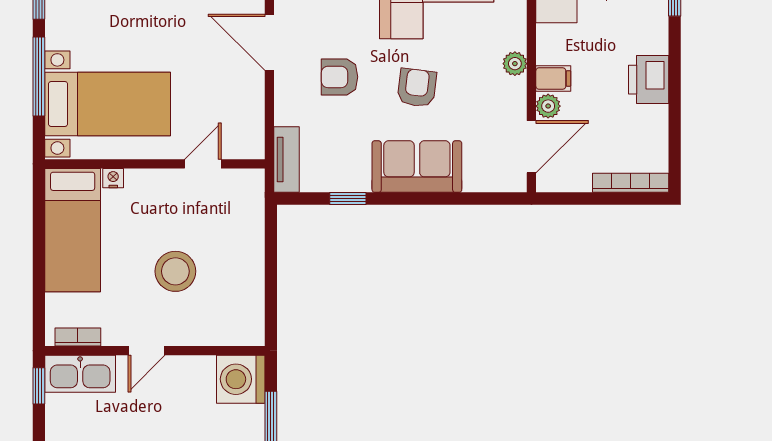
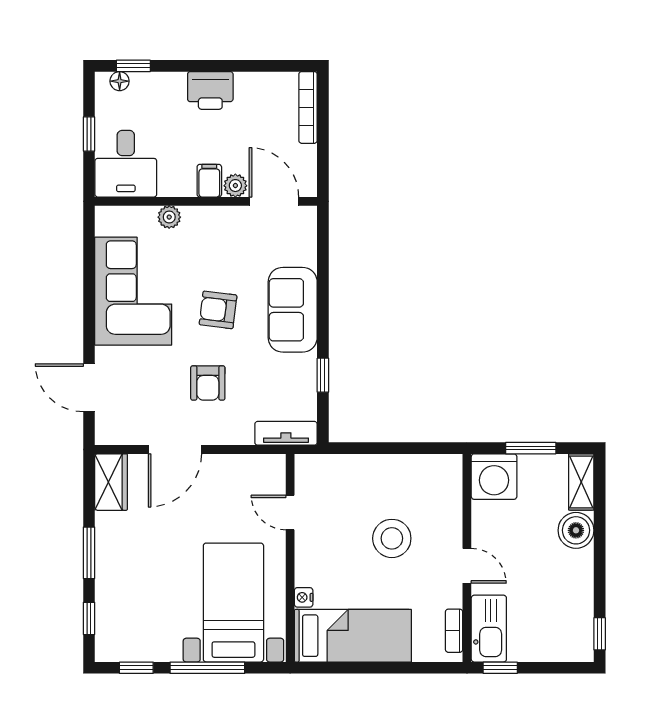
plant: (515, 64) -> (169, 217), moved

